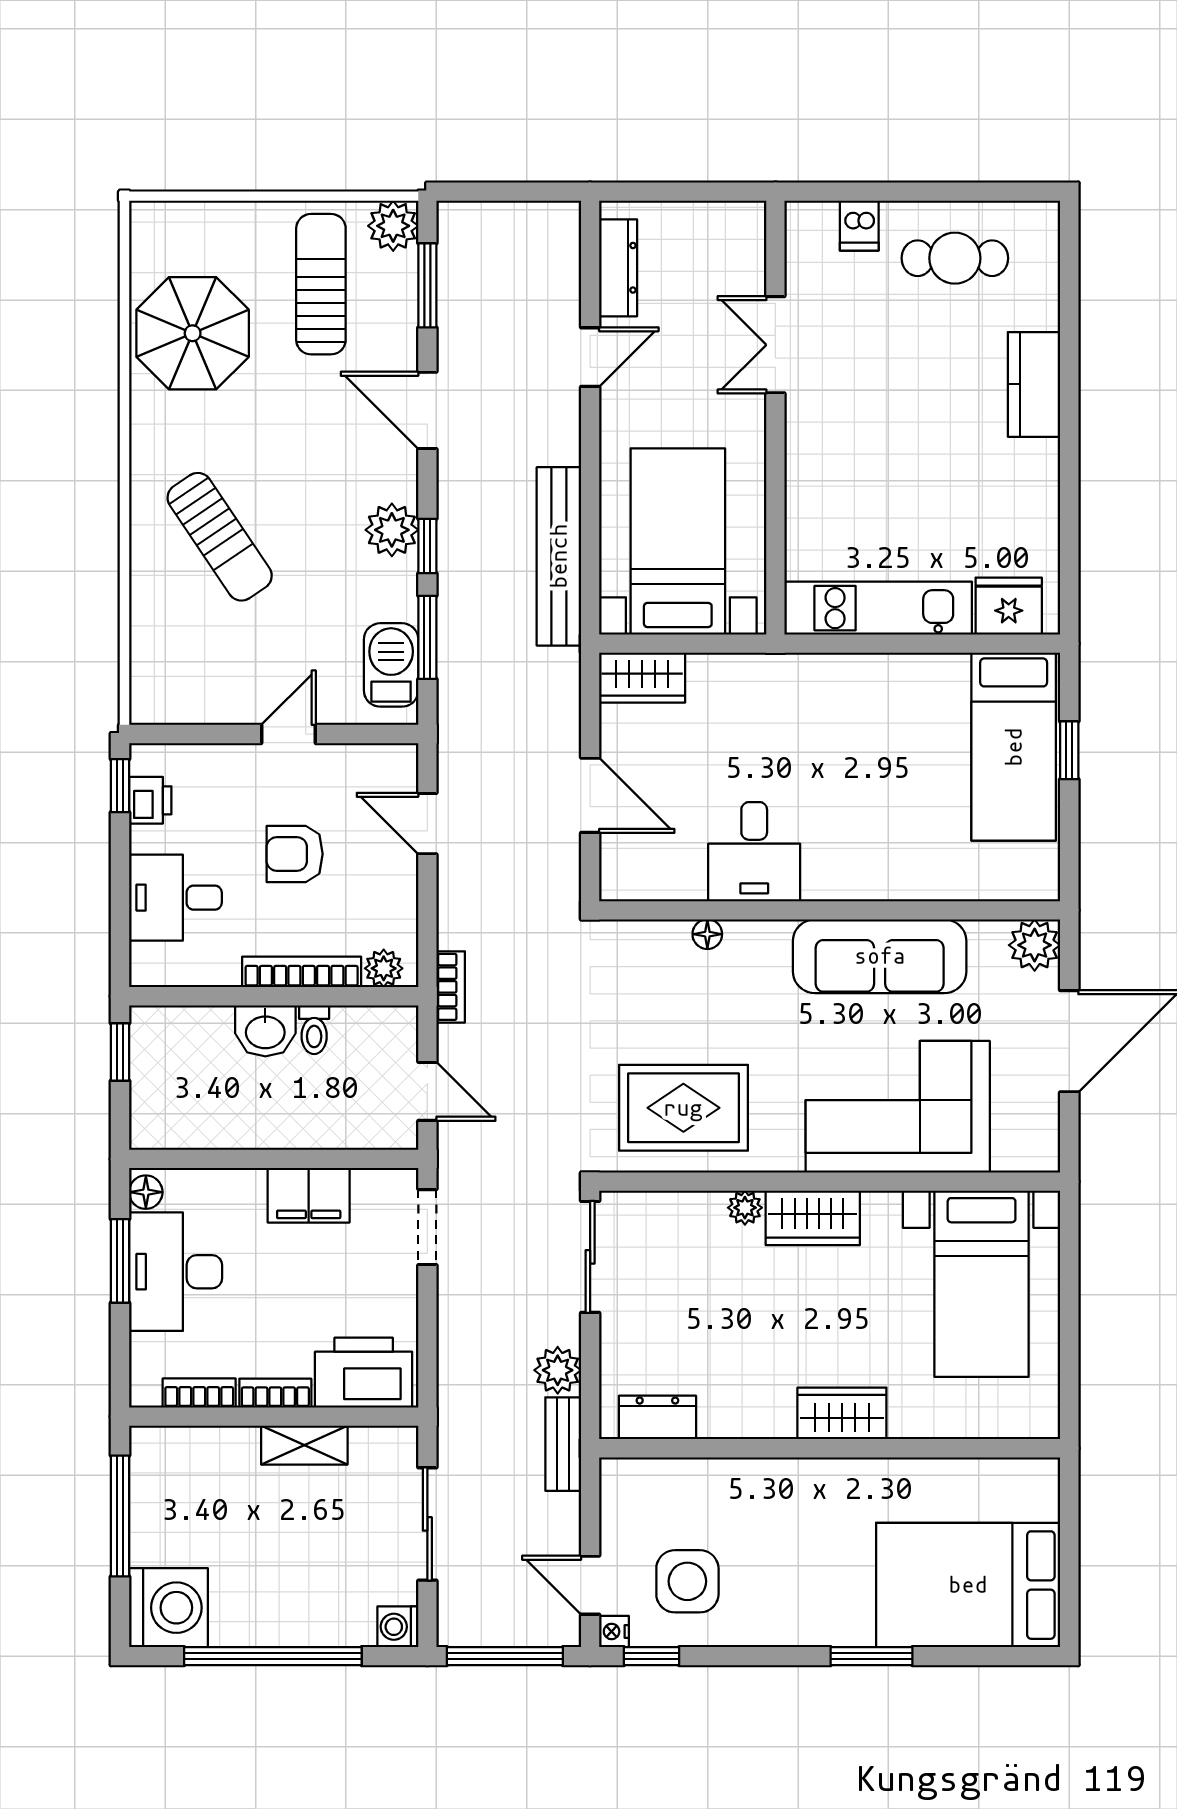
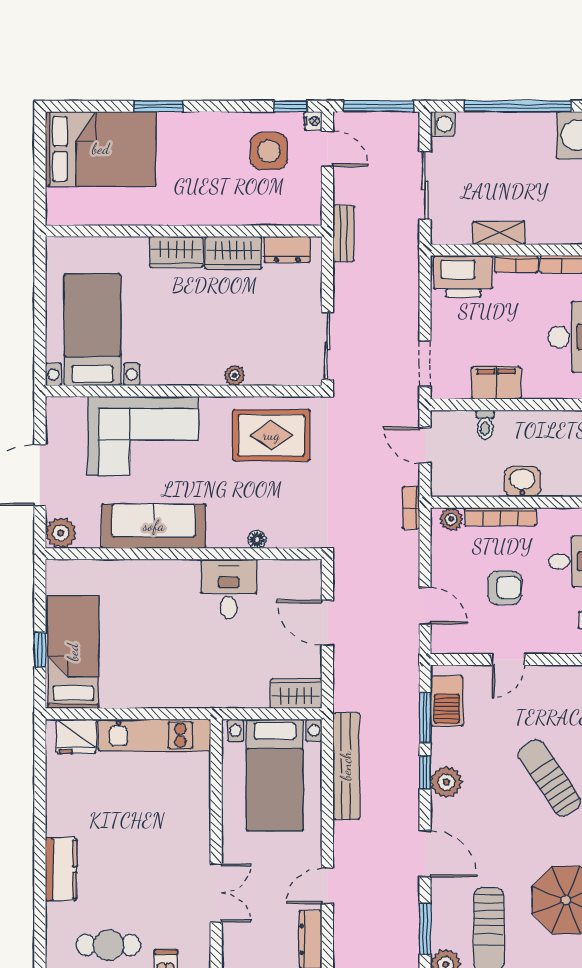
toilet: (314, 1030) -> (485, 425), moved, turned 180
wardrobe: (813, 1218) -> (233, 253), moved, turned 180
plant: (558, 1370) -> (347, 278), removed

